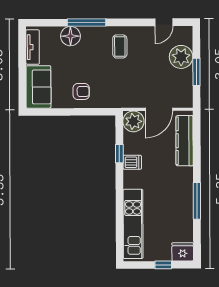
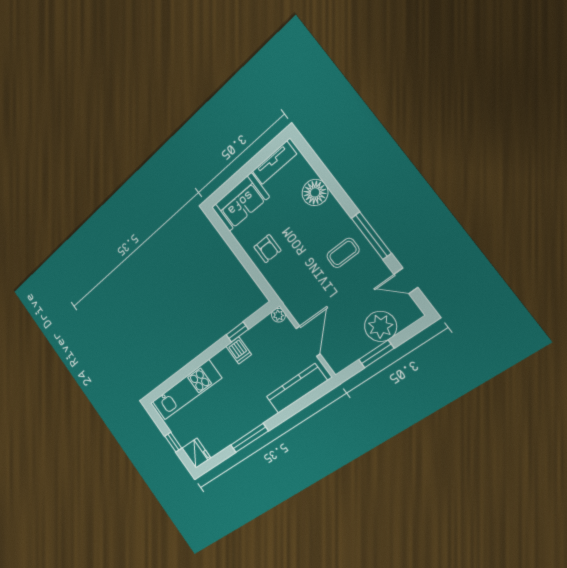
window: (87, 23) -> (371, 236), moved
door: (159, 109) -> (308, 341), swing flipped
plant: (133, 121) -> (278, 315), width x0.53, depth x0.53

